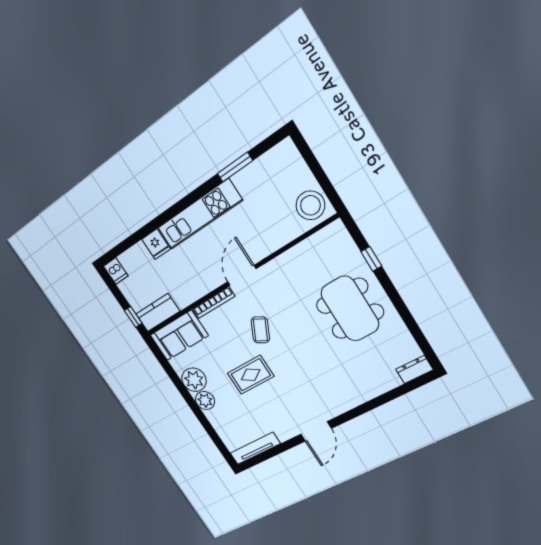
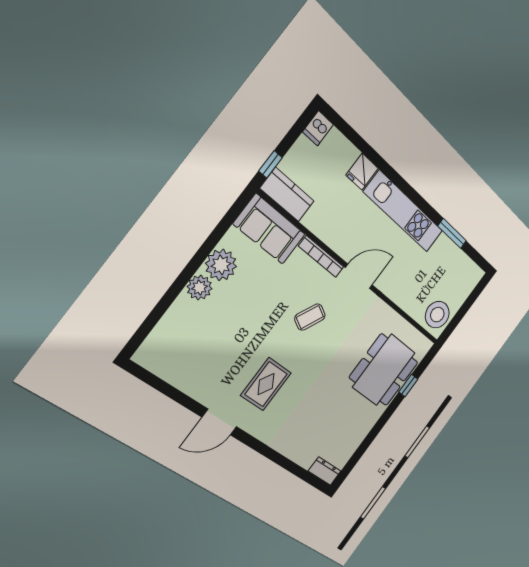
dining table: (350, 309) -> (384, 370), moved
rug: (251, 375) -> (266, 384), moved, turned 90
tv unit: (255, 448) -> (163, 369), removed

